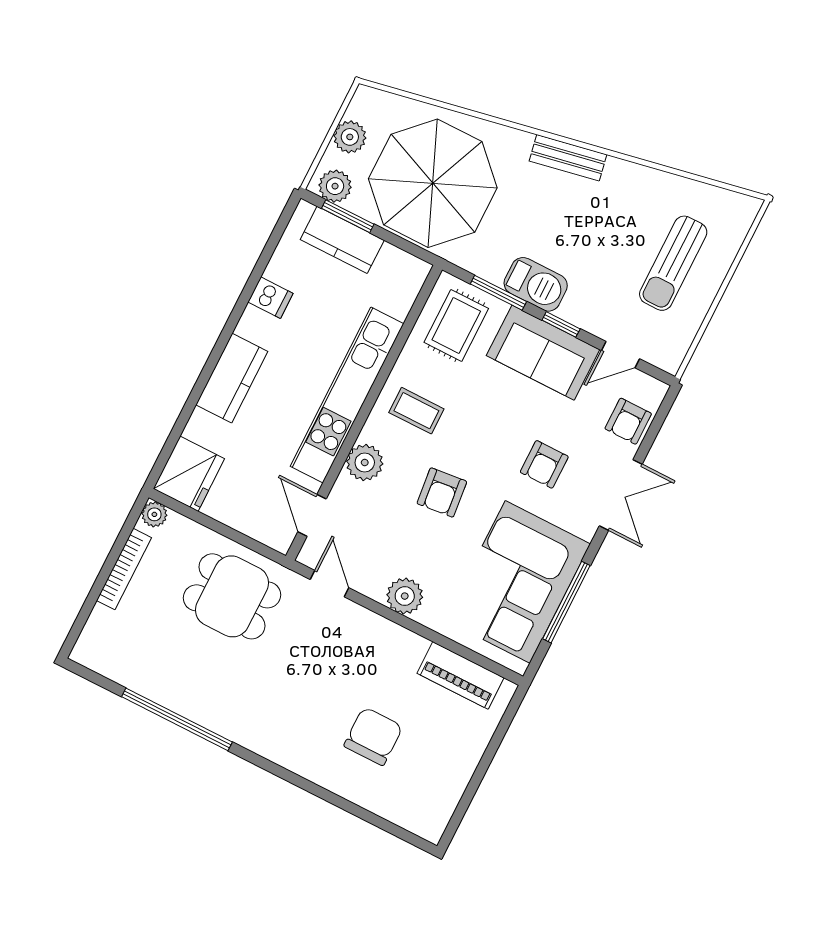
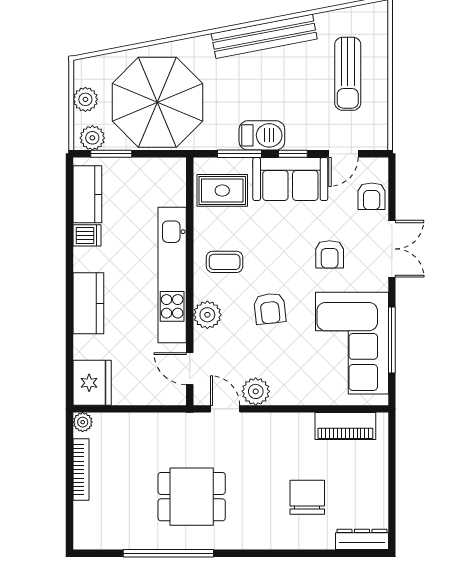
bench: (568, 158) -> (264, 36), width x1.86, depth x1.21
kitchen counter: (342, 240) -> (87, 194), moved, turned -90
rug: (456, 325) -> (222, 190), turned 90
dining table: (232, 596) -> (192, 497), moved
plant: (405, 596) -> (256, 391), moved
dresser: (412, 818) -> (362, 539), added

